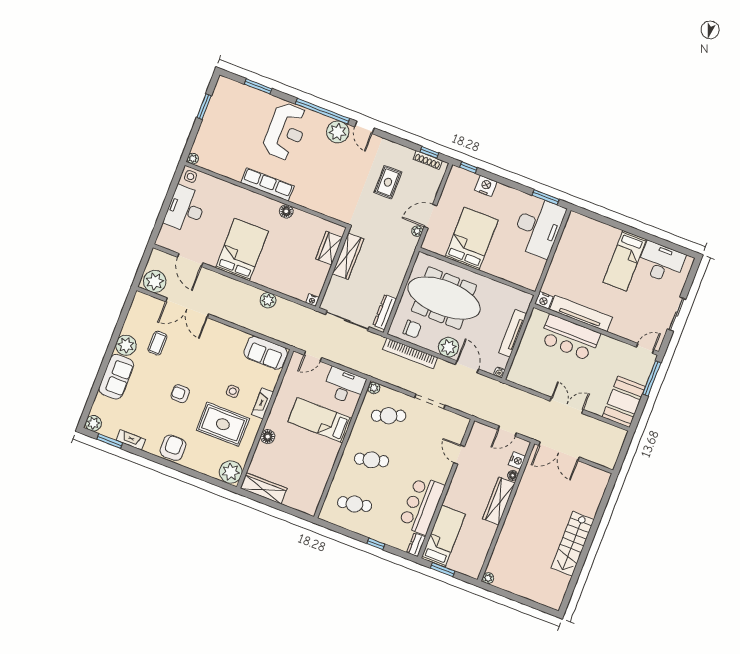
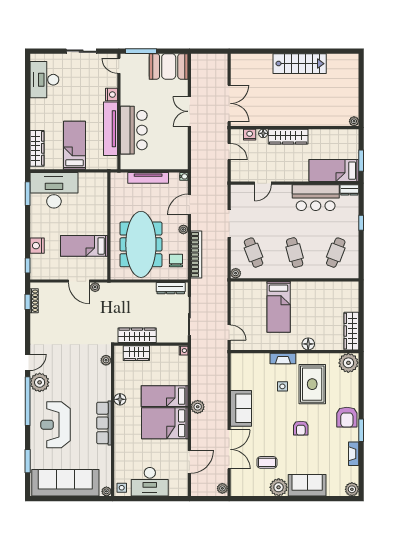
window: (204, 107) -> (61, 499), removed
sofa: (219, 118) -> (65, 483), added
reception desk: (286, 132) -> (56, 425), turned -90
rug: (388, 182) -> (65, 326), removed
plant: (334, 212) -> (106, 360), added
wardrobe: (590, 226) -> (37, 148), added
bed: (472, 239) -> (84, 246), width x0.67
bed: (271, 261) -> (165, 396), added
bed: (625, 261) -> (75, 145), moved, turned -90
plant: (155, 281) -> (222, 488), width x0.53, depth x0.53
plant: (268, 300) -> (198, 407), moved
nightstand: (544, 300) -> (111, 95), moved
plant: (449, 347) -> (183, 229), width x0.53, depth x0.53
sofa: (266, 353) -> (241, 408), moved
desk: (344, 386) -> (243, 298), removed
window: (110, 441) -> (361, 430), moved
armchair: (173, 448) -> (347, 417), turned -90
cafe table: (354, 504) -> (336, 253), turned 33

